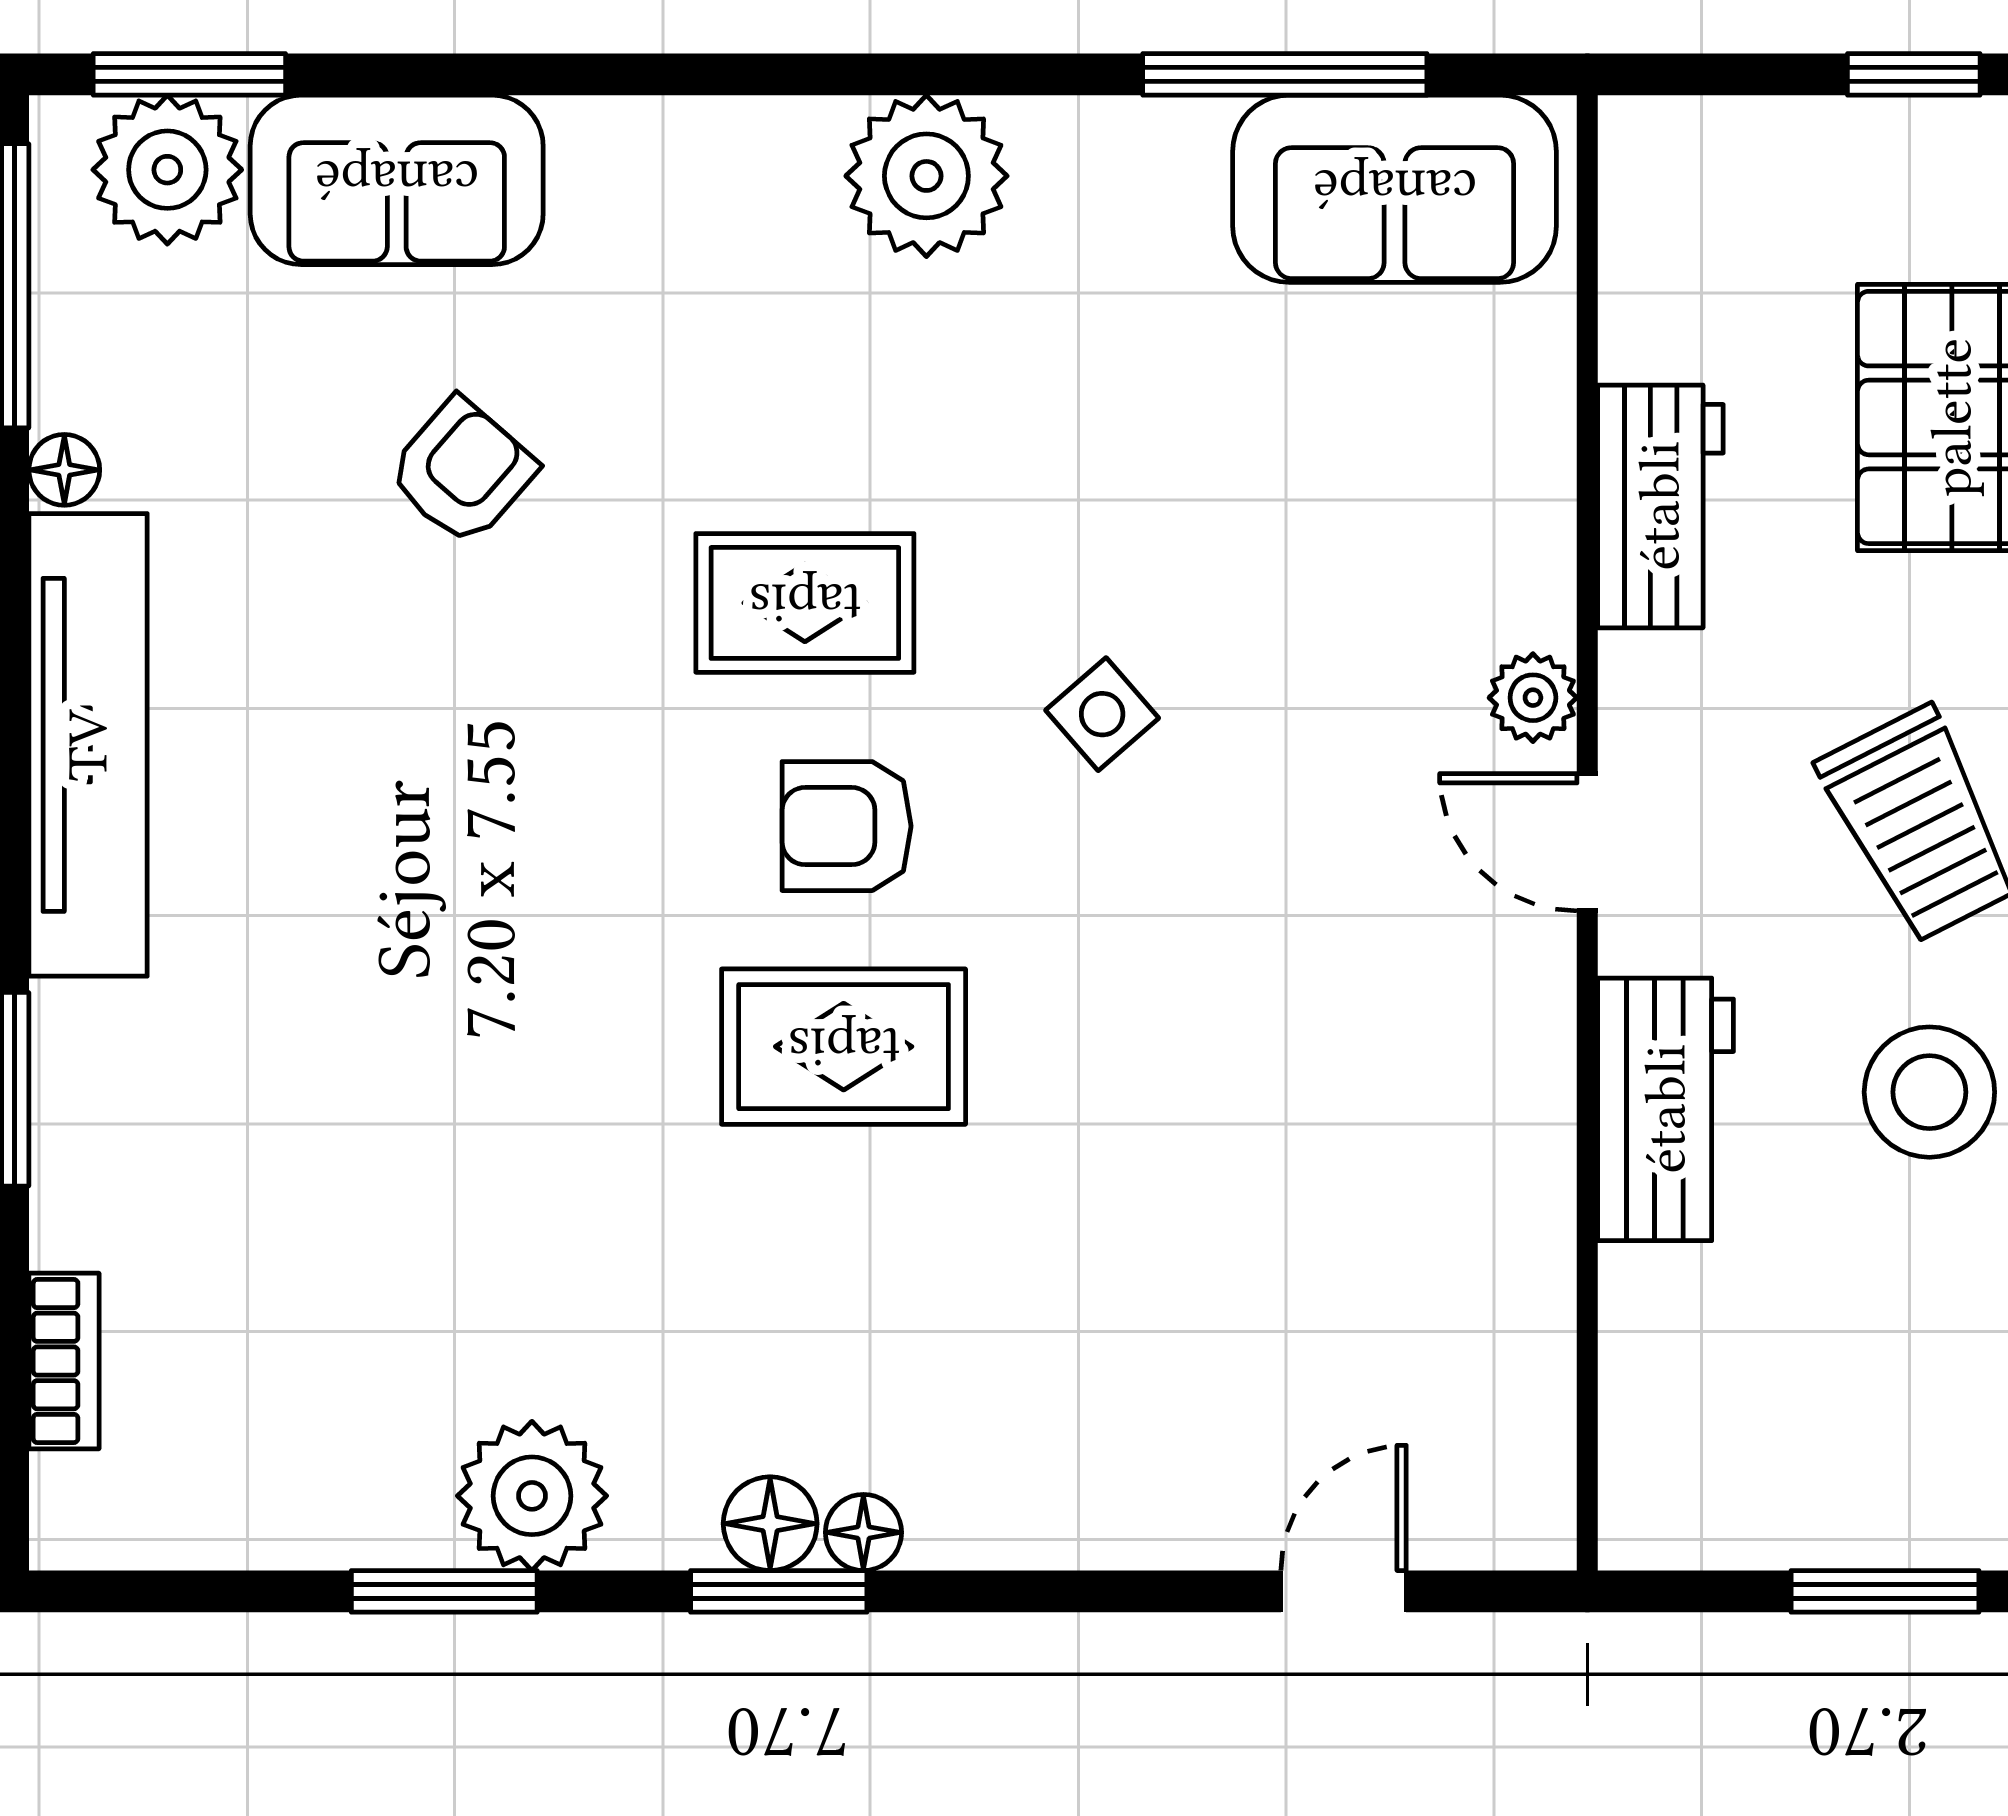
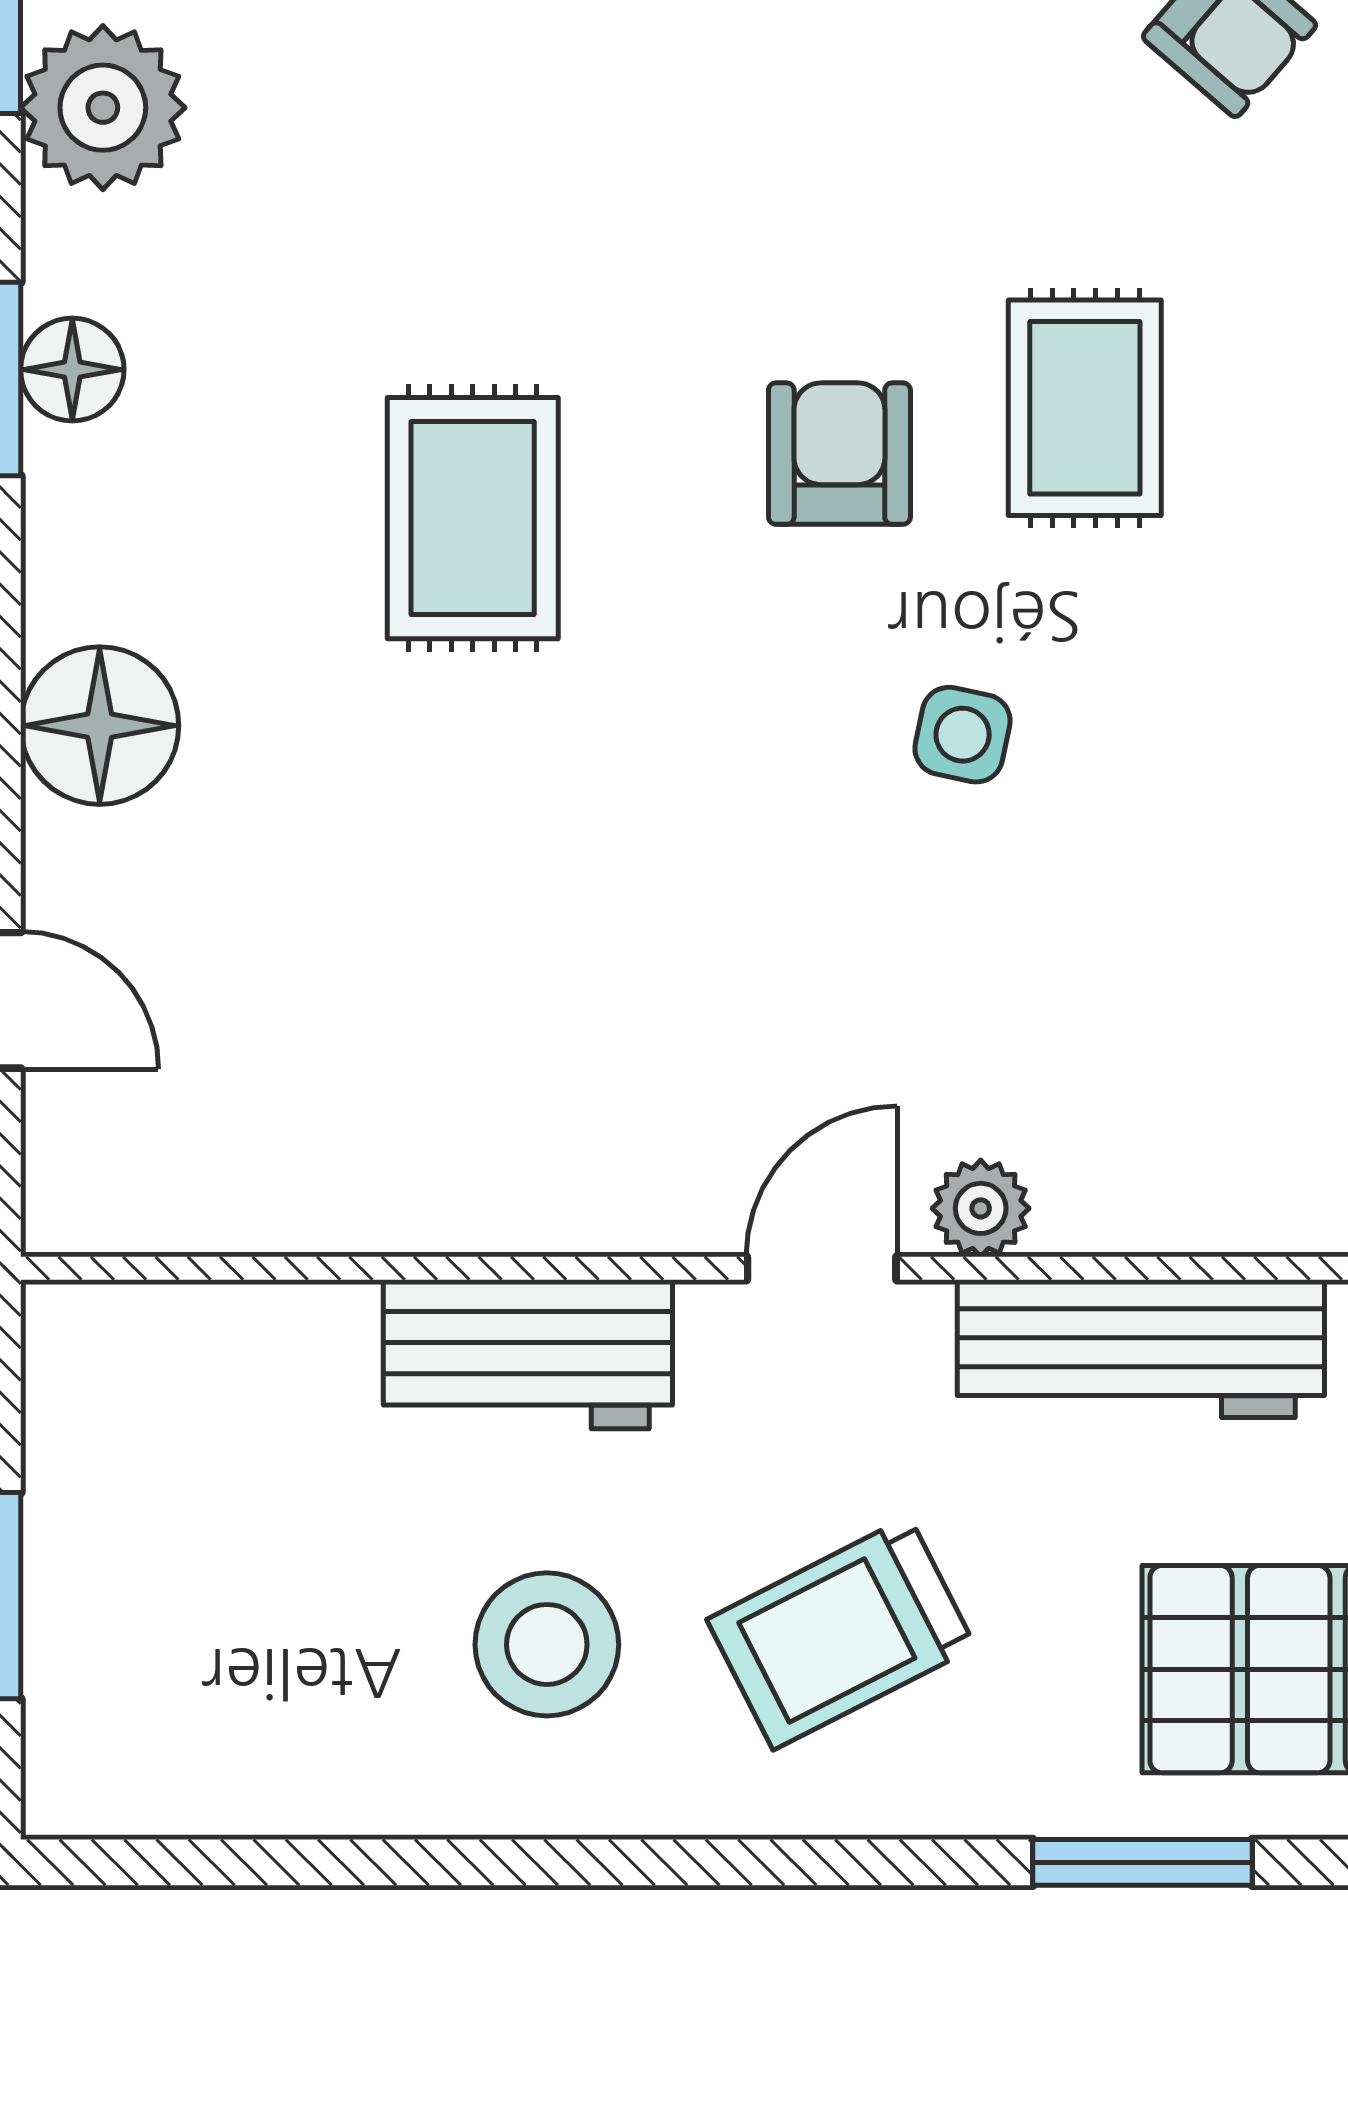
workbench: (1660, 506) -> (1141, 1349), width x1.37
side table: (1102, 714) -> (963, 735), turned -37
rug: (844, 1047) -> (473, 518), moved
floor lamp: (863, 1532) -> (100, 726), moved, width x1.89, depth x1.89

